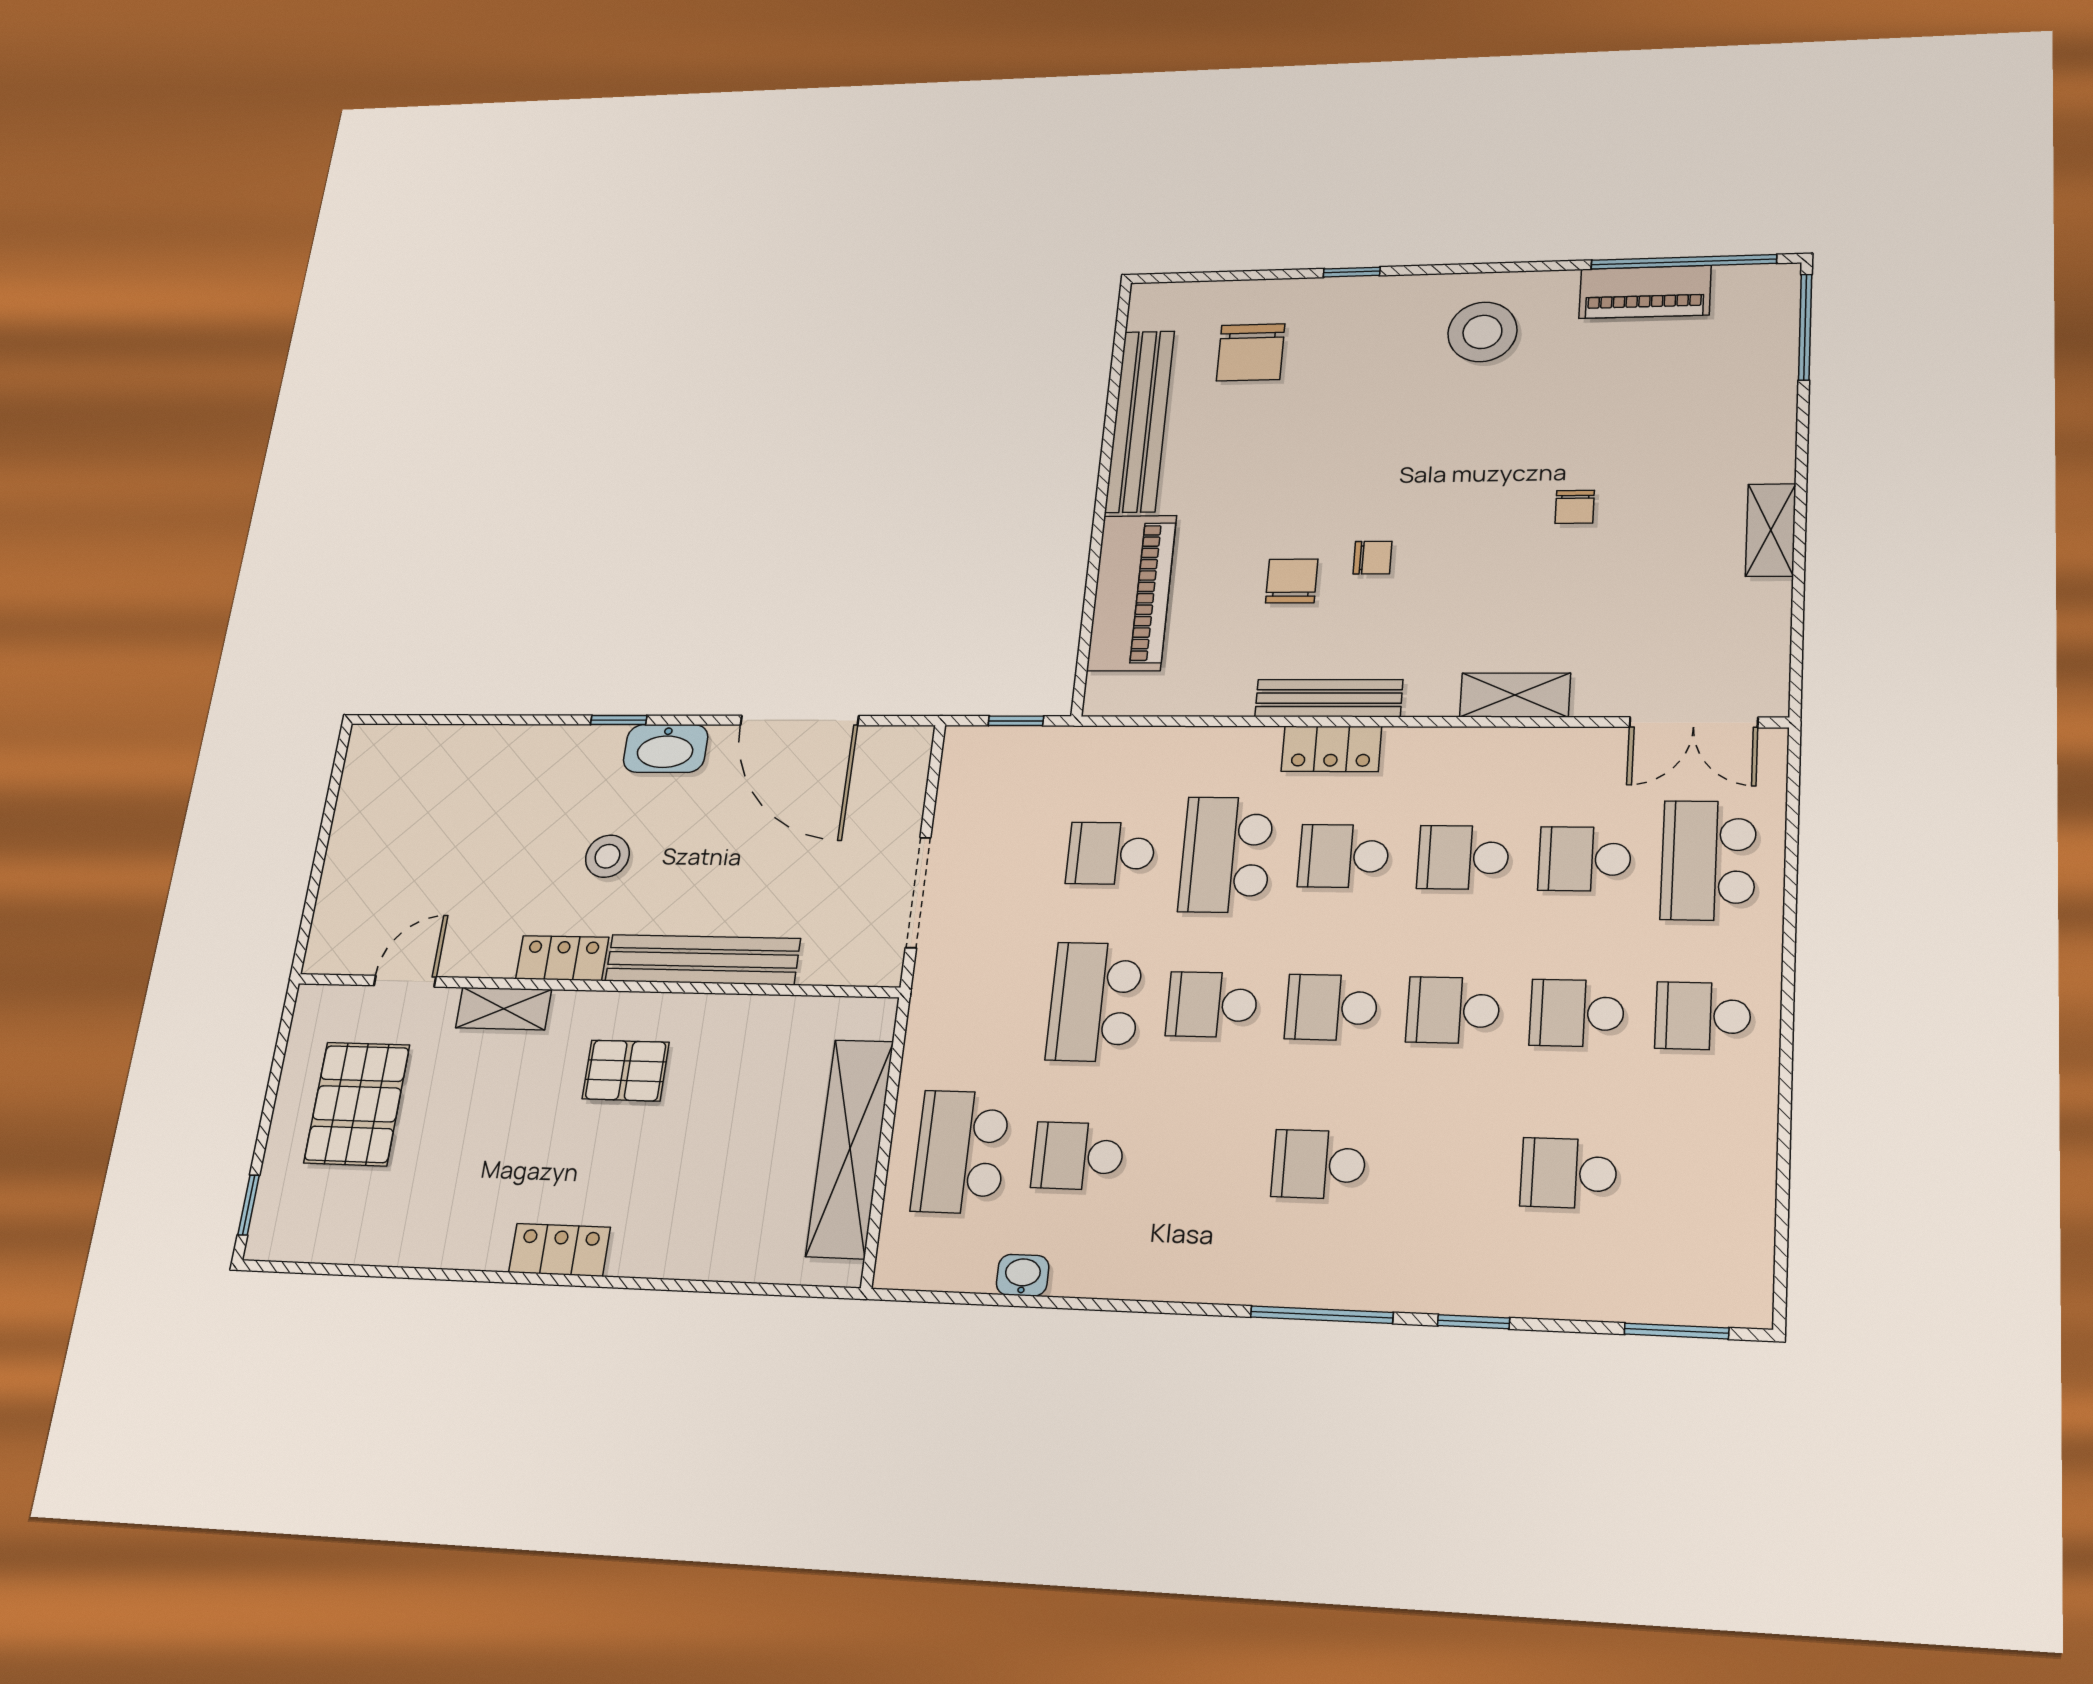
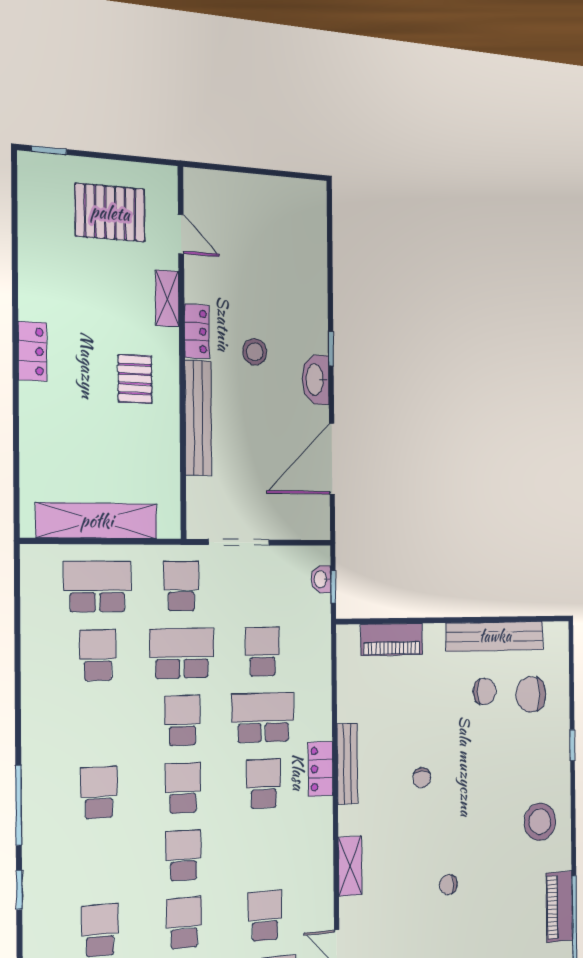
chair: (1292, 581) -> (484, 691), moved
piano: (1132, 593) -> (392, 639), width x0.73, depth x0.75
school desk: (1463, 857) -> (181, 586), moved
washbasin: (1023, 1275) -> (321, 579), moved, turned 180

